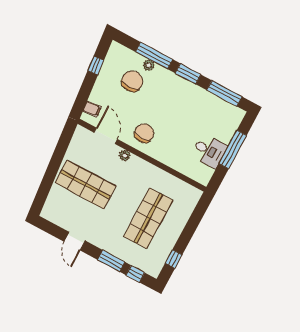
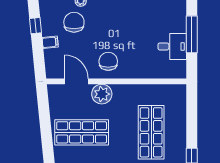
filing cabinet: (92, 109) -> (50, 42), moved
plant: (125, 155) -> (102, 94), width x1.88, depth x1.88

